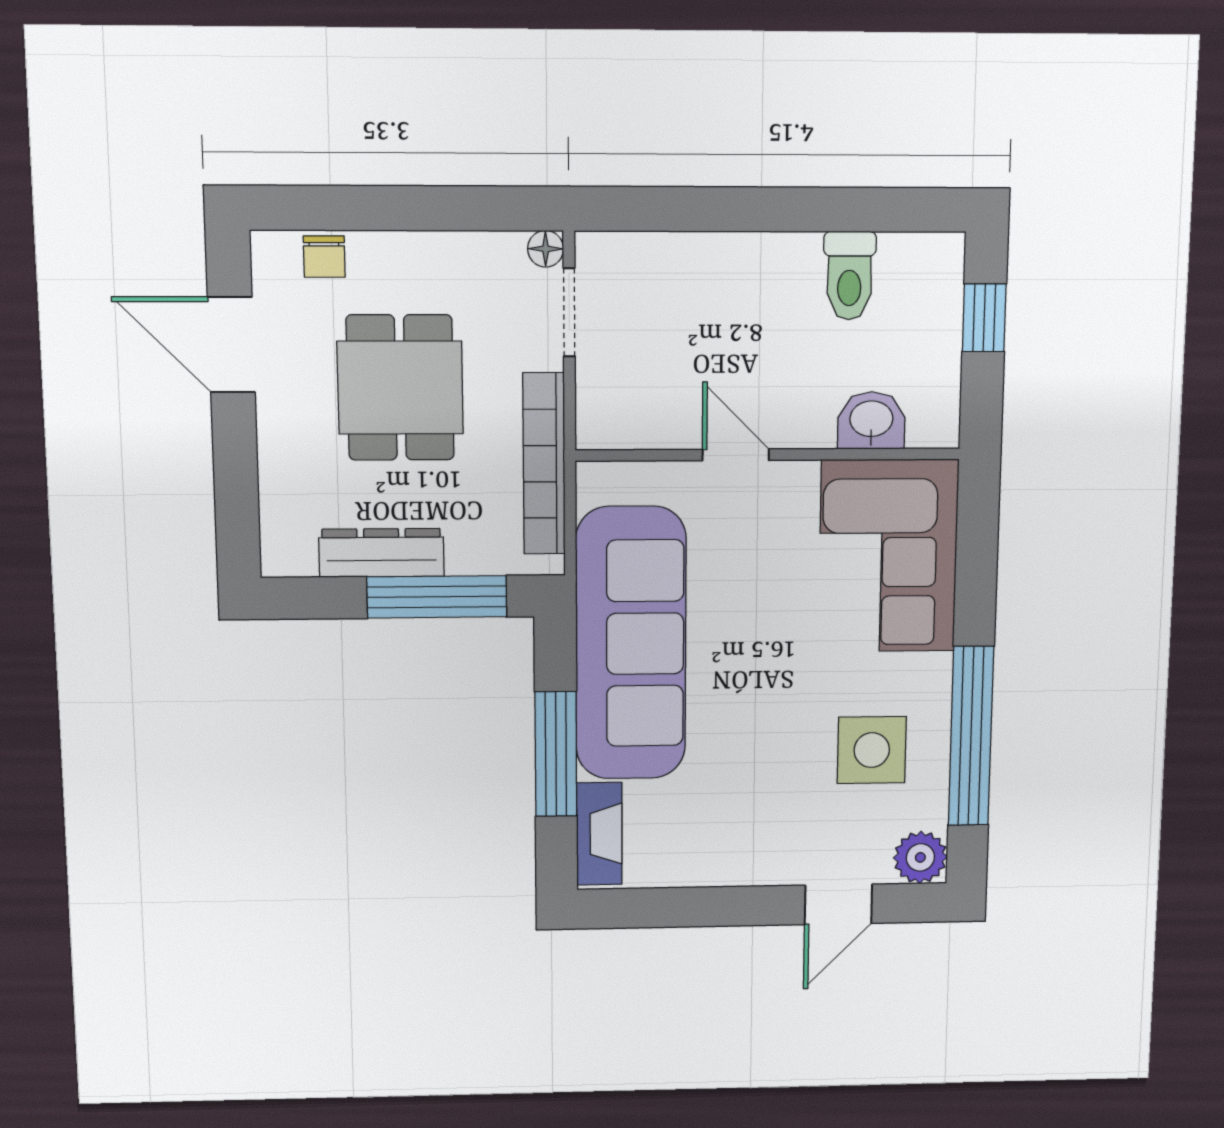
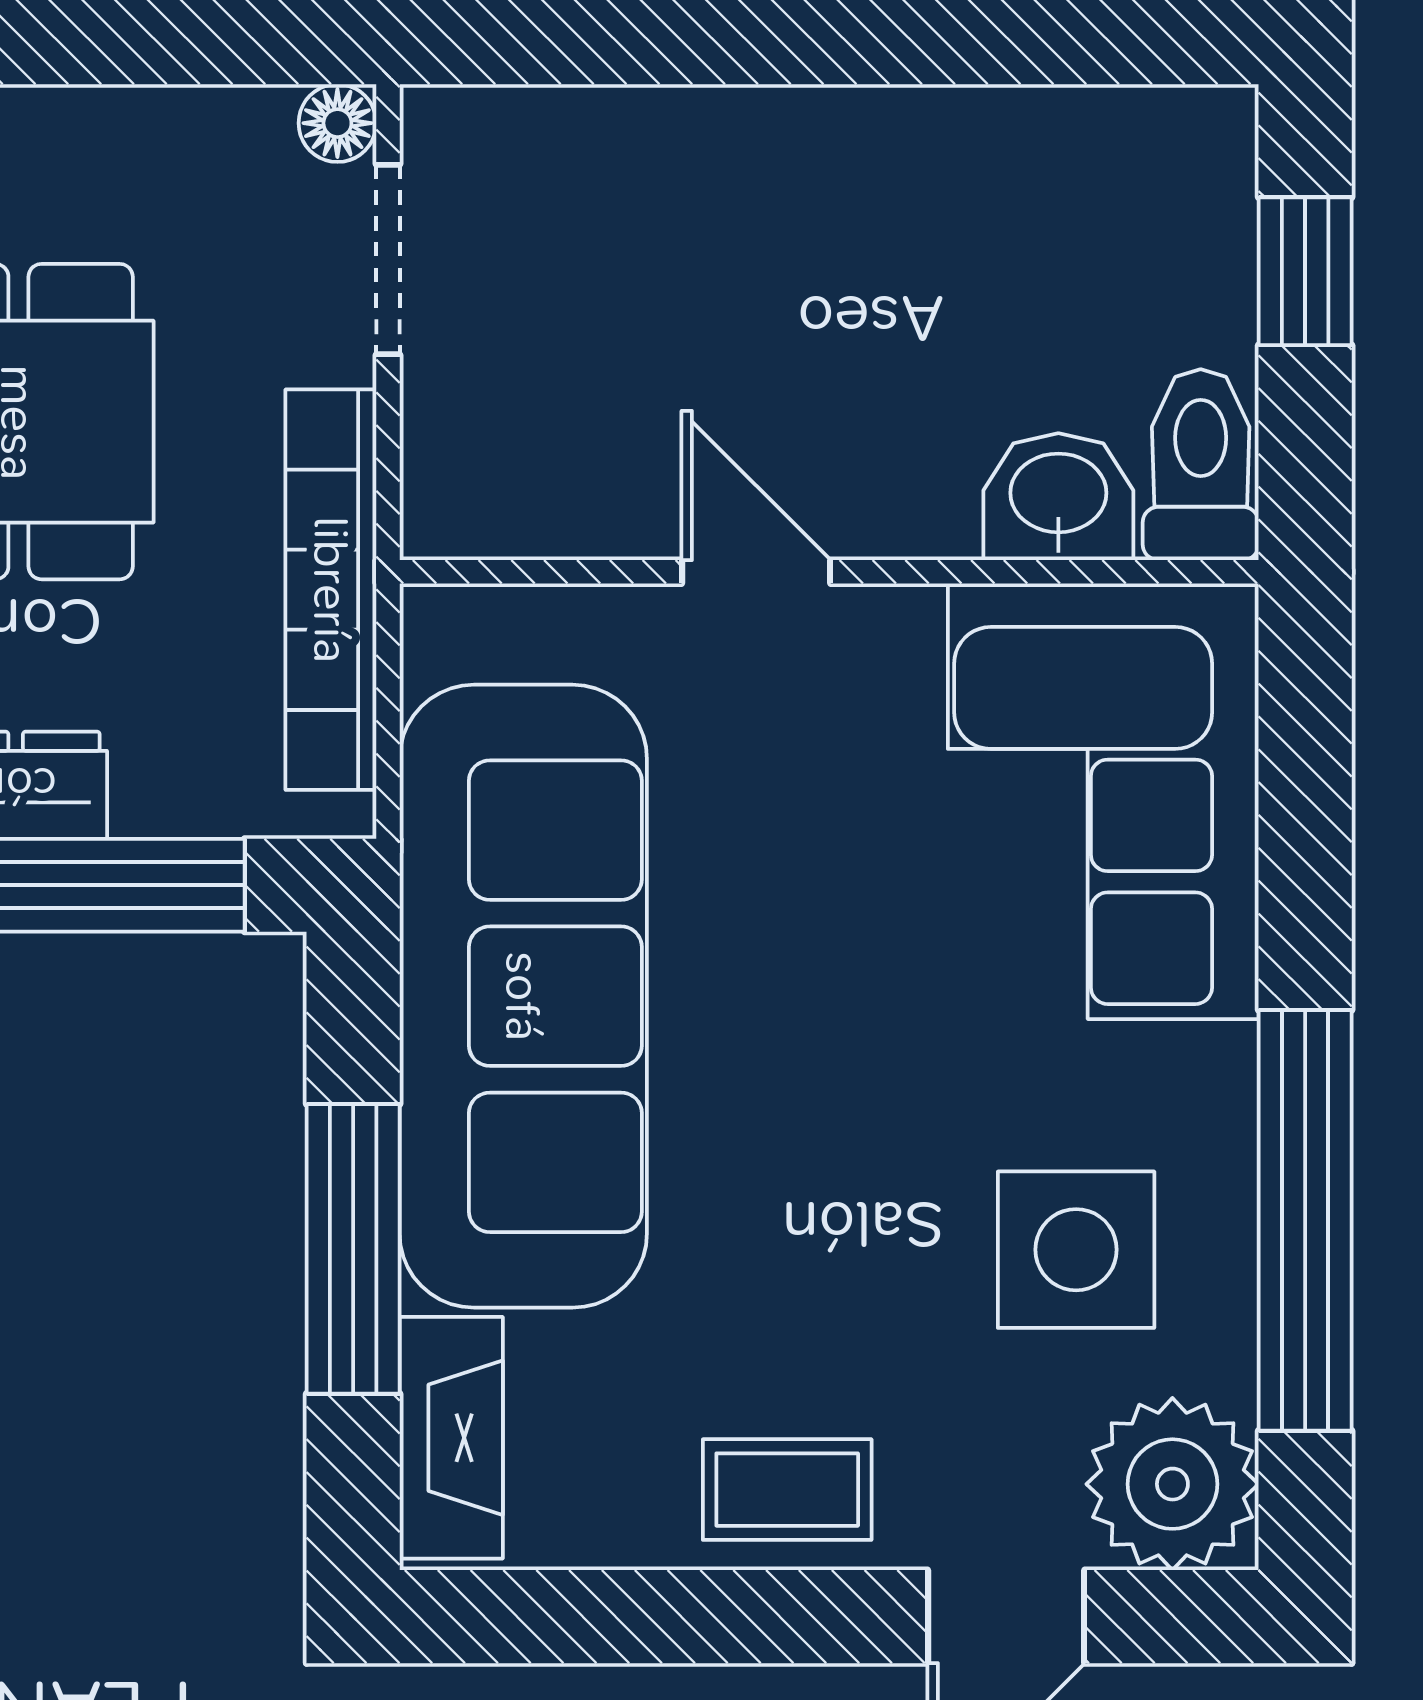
toilet: (849, 276) -> (1201, 465), moved, turned 180
coffee table: (745, 853) -> (787, 1490), added
plant: (920, 857) -> (1172, 1484), width x1.36, depth x1.36

